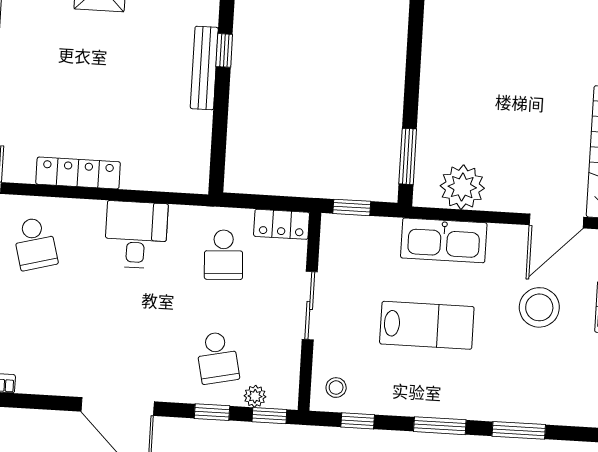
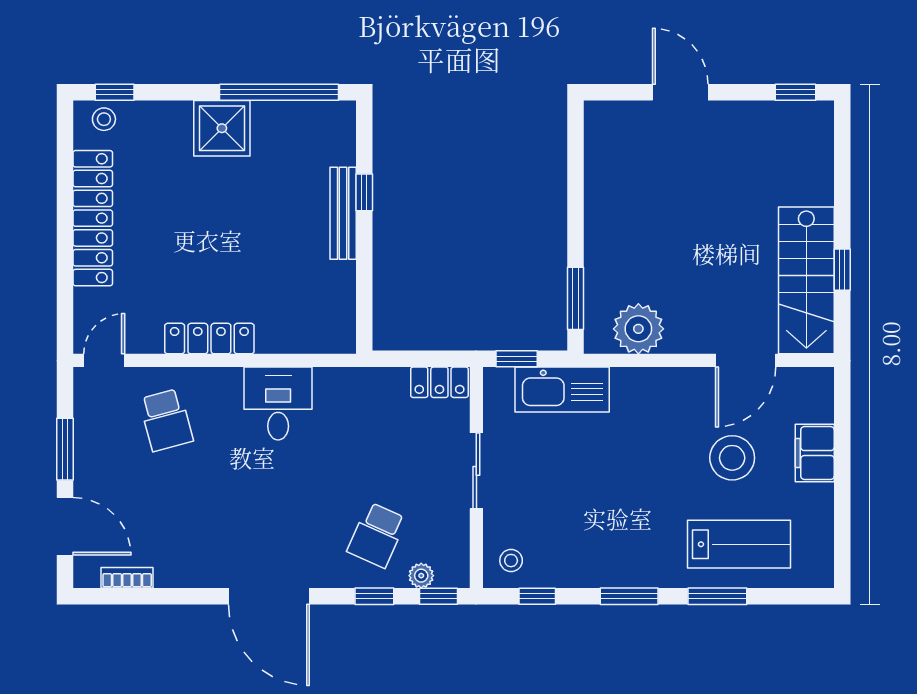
kitchen sink: (444, 240) -> (562, 389), moved
school desk: (224, 255) -> (377, 420), removed
lab bench: (427, 325) -> (739, 544), moved
school desk: (217, 358) -> (377, 535), turned 36

